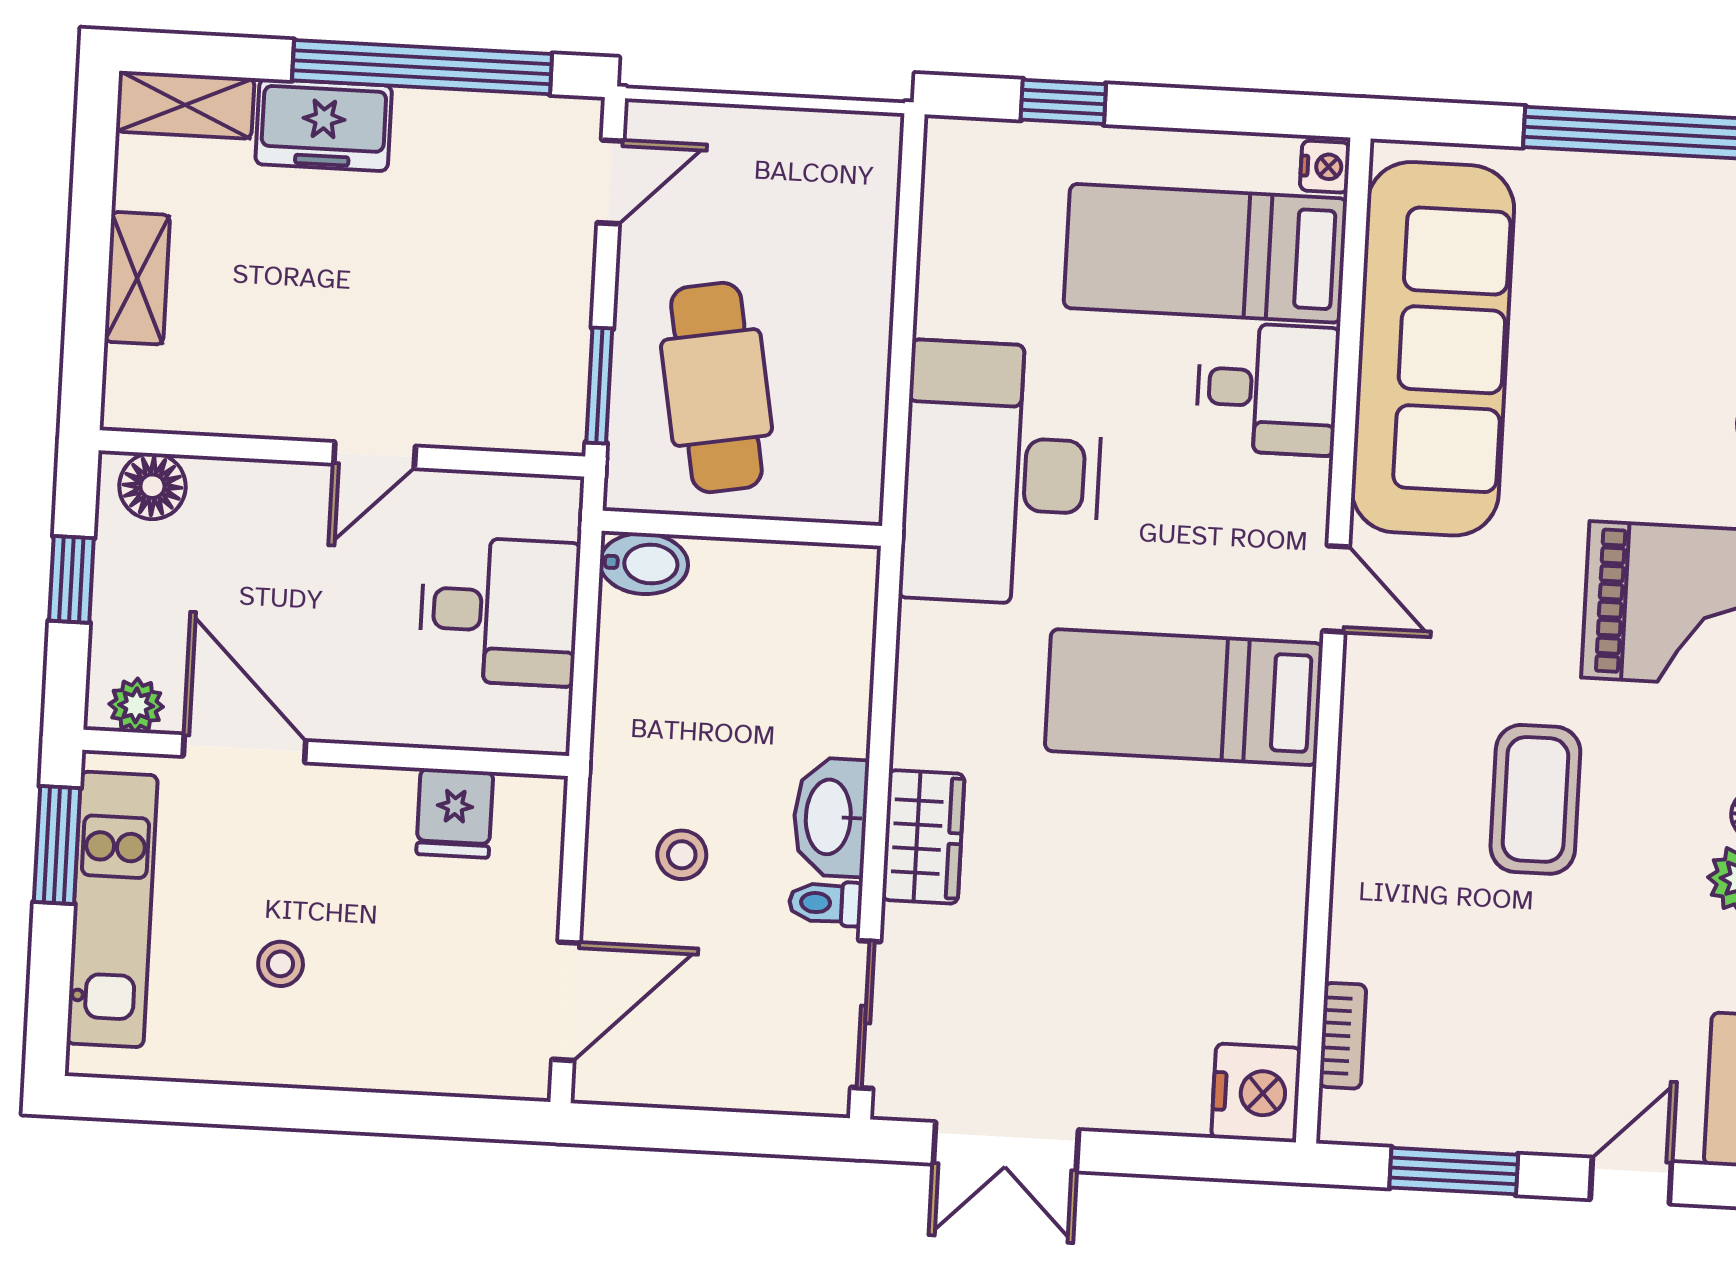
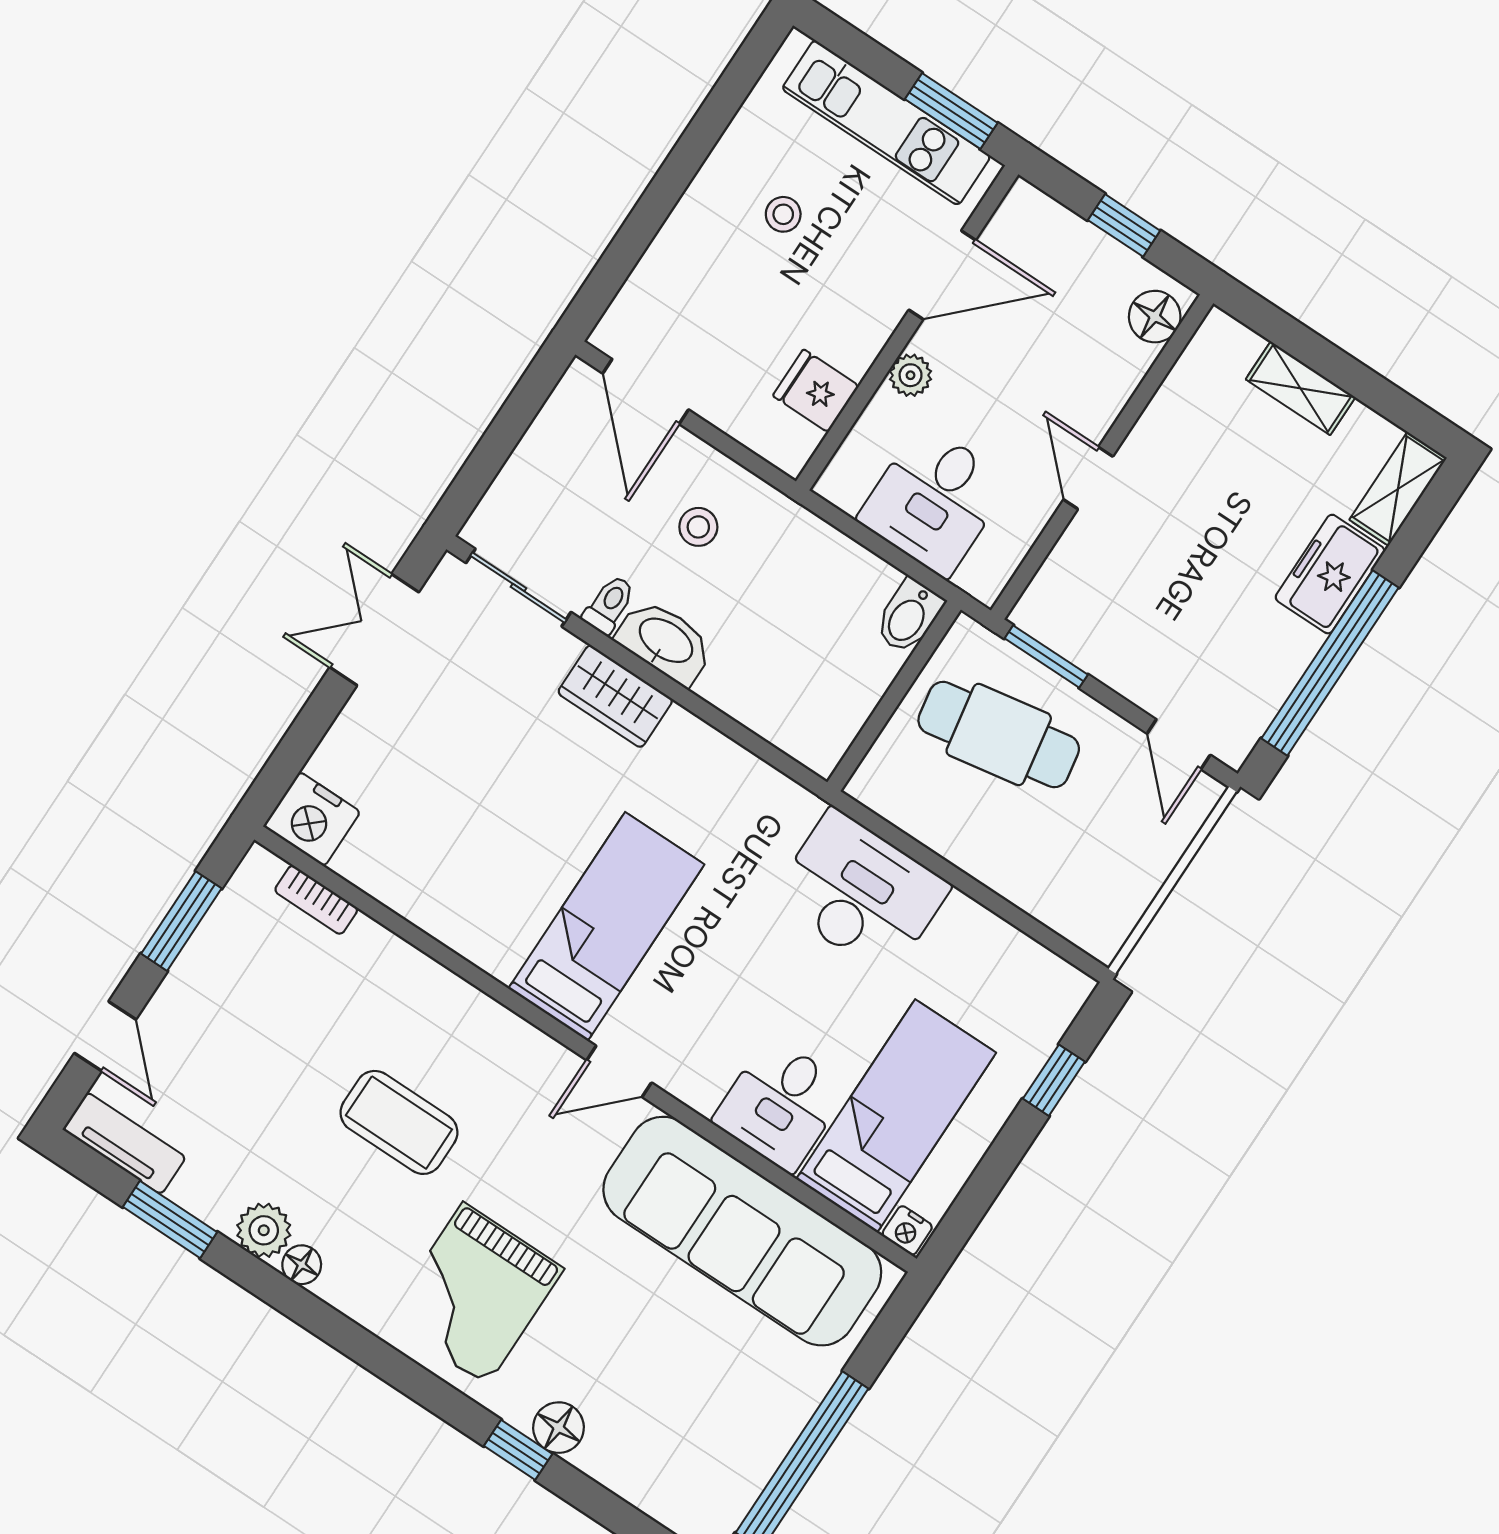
desk: (1002, 473) -> (860, 893), width x0.73, depth x0.77
plant: (136, 705) -> (911, 375), moved

